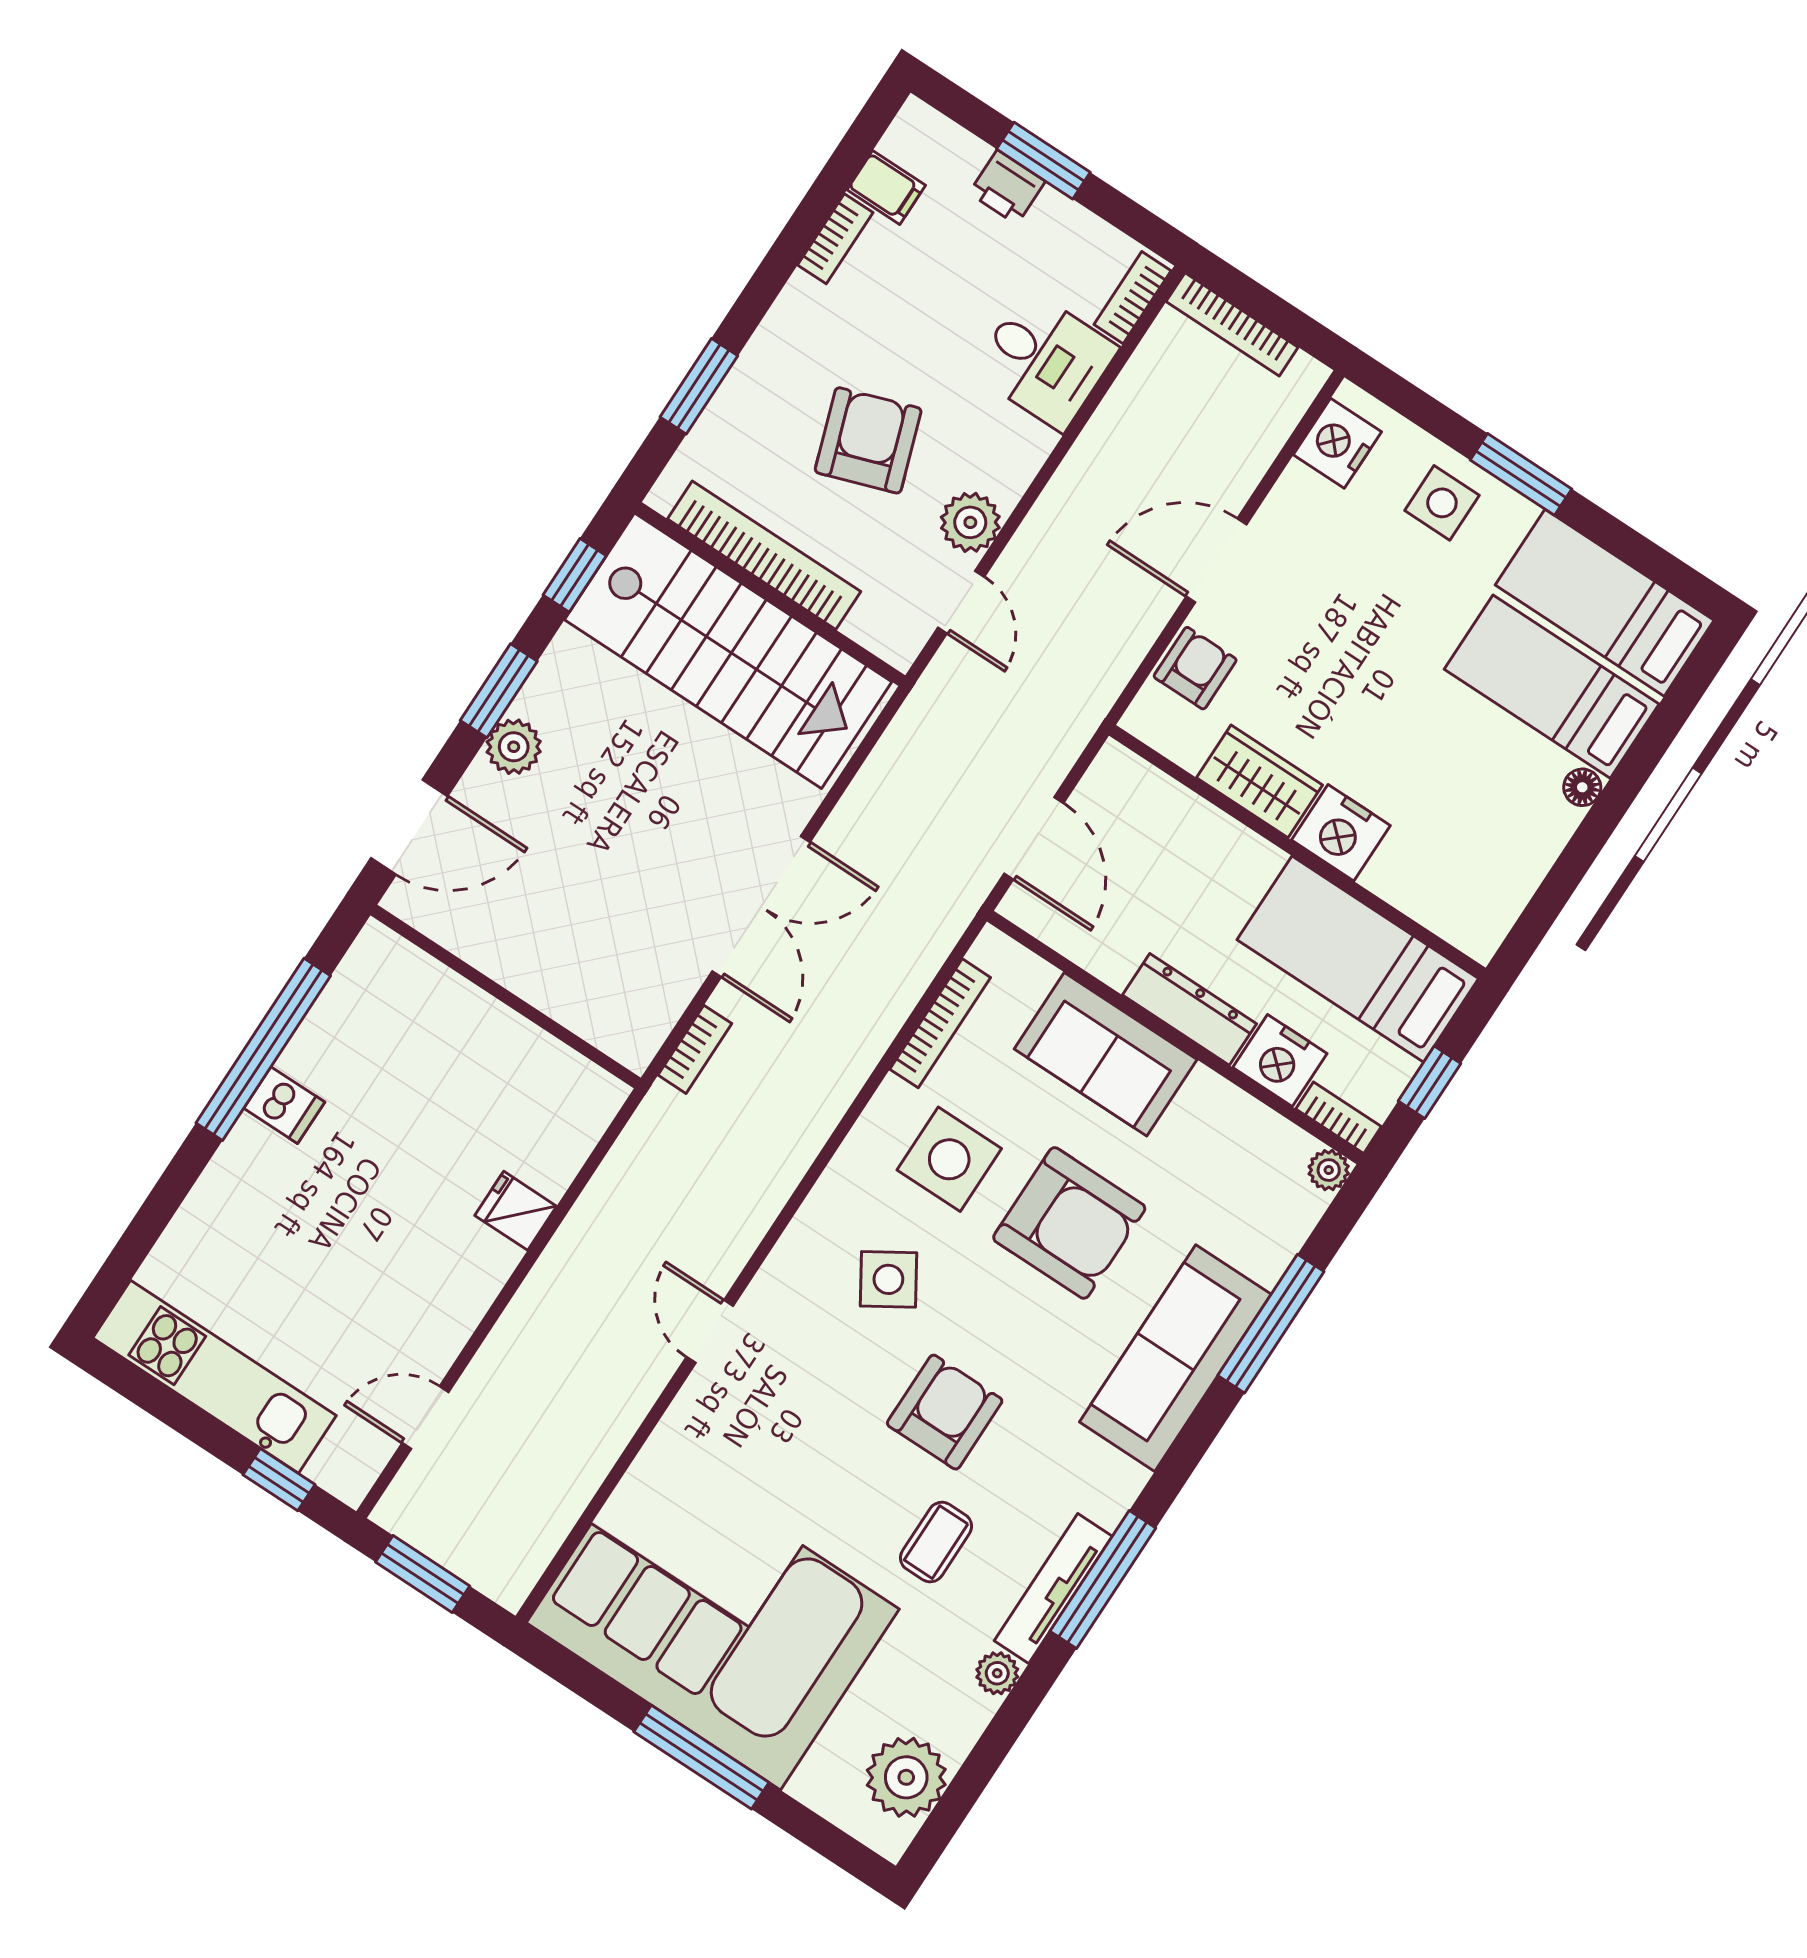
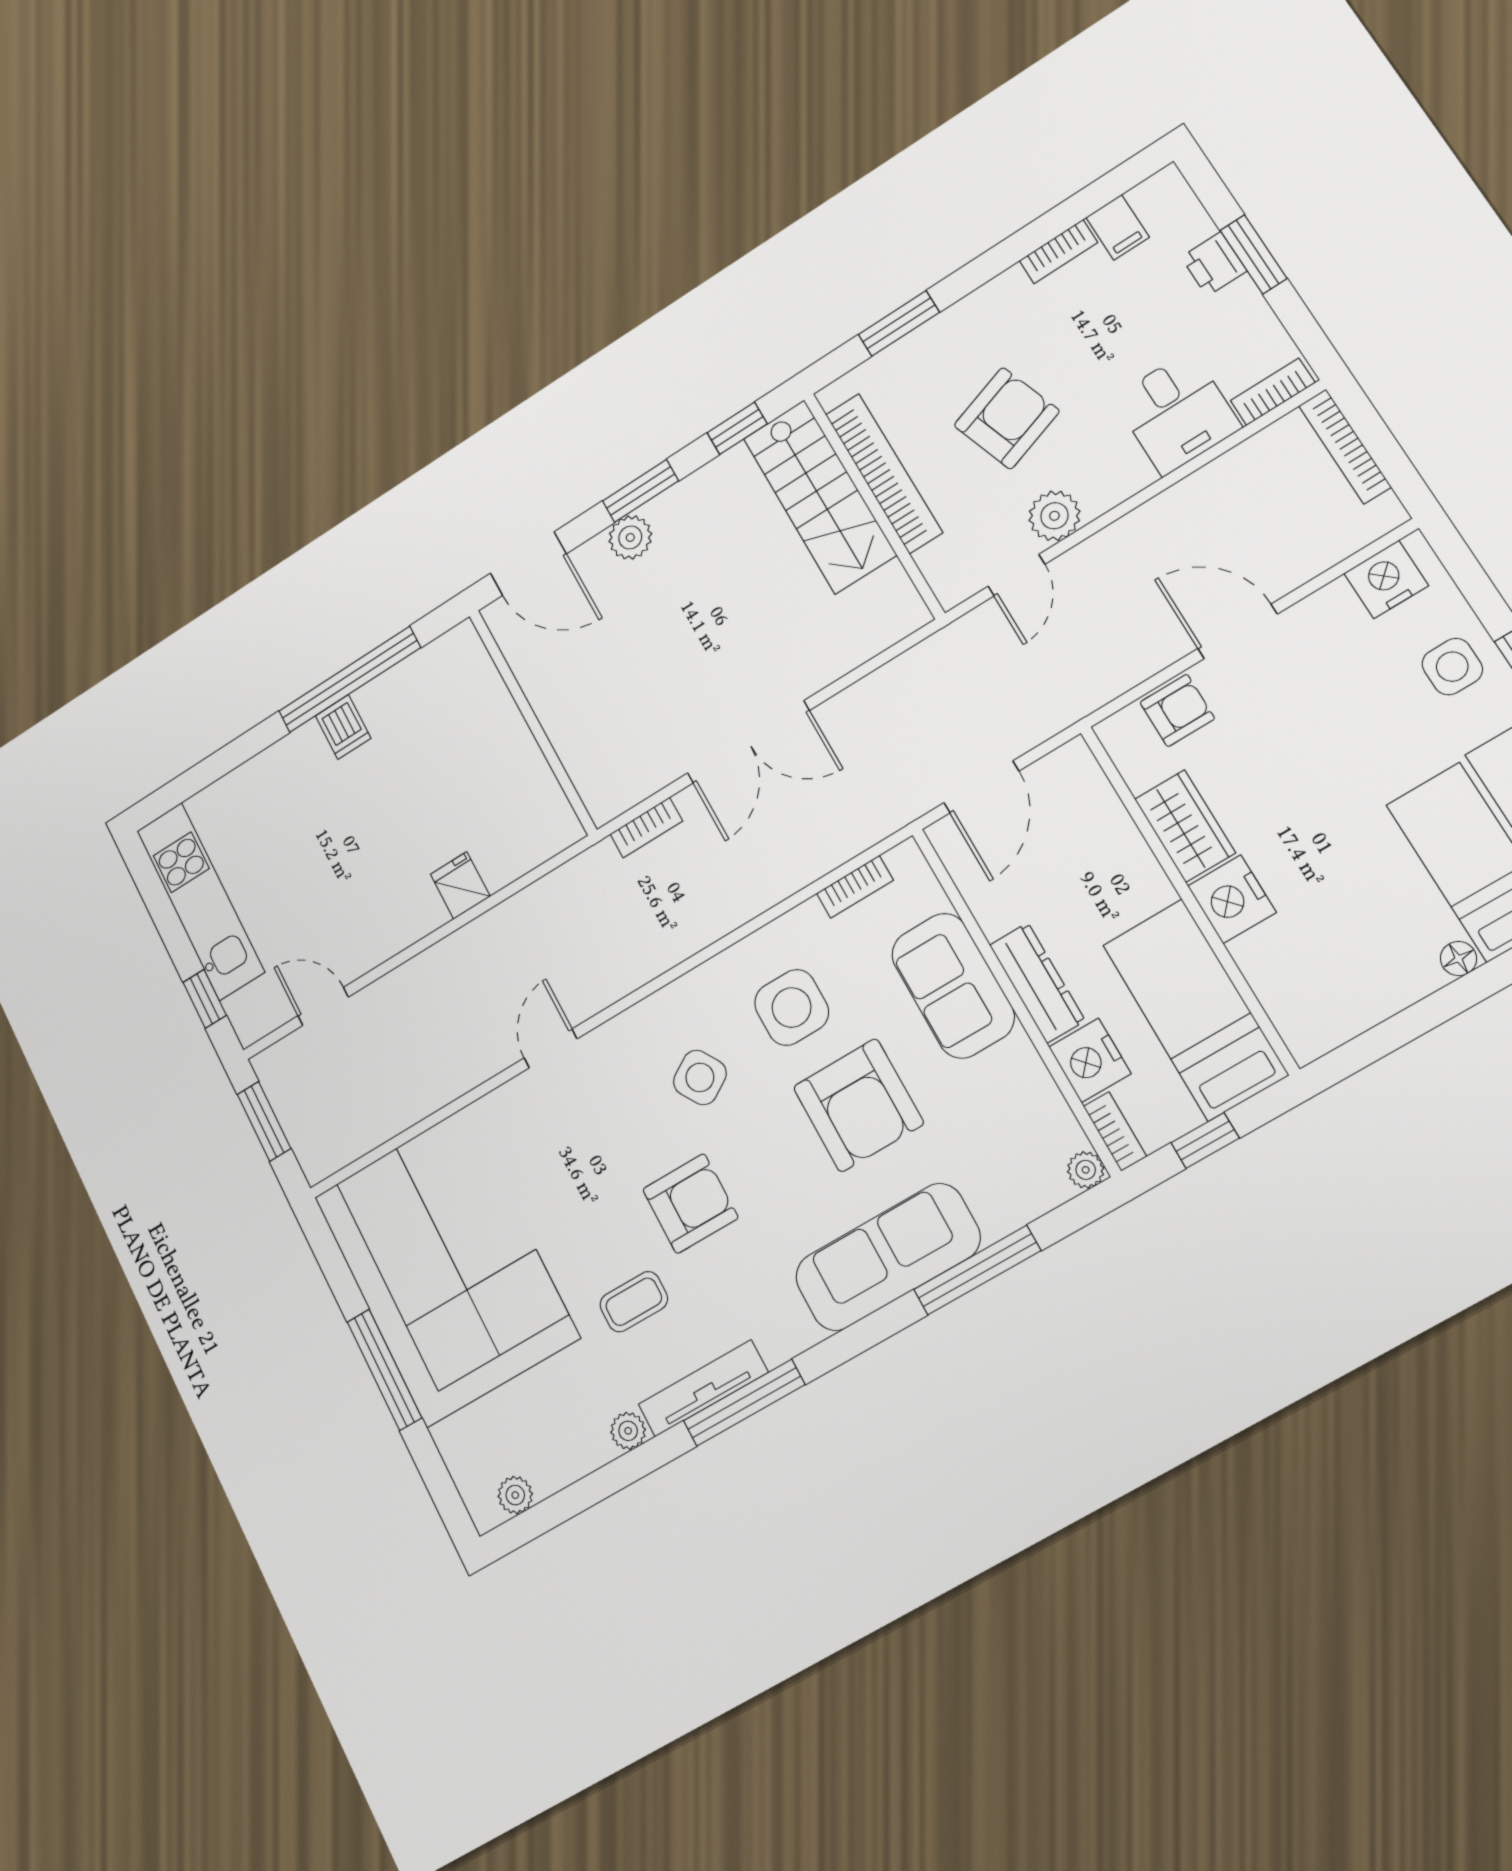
stairs: (728, 651) -> (820, 496), width x0.73, depth x0.66
bookcase: (940, 1023) -> (855, 887), width x0.64
plant: (906, 1777) -> (515, 1495), width x0.53, depth x0.53

